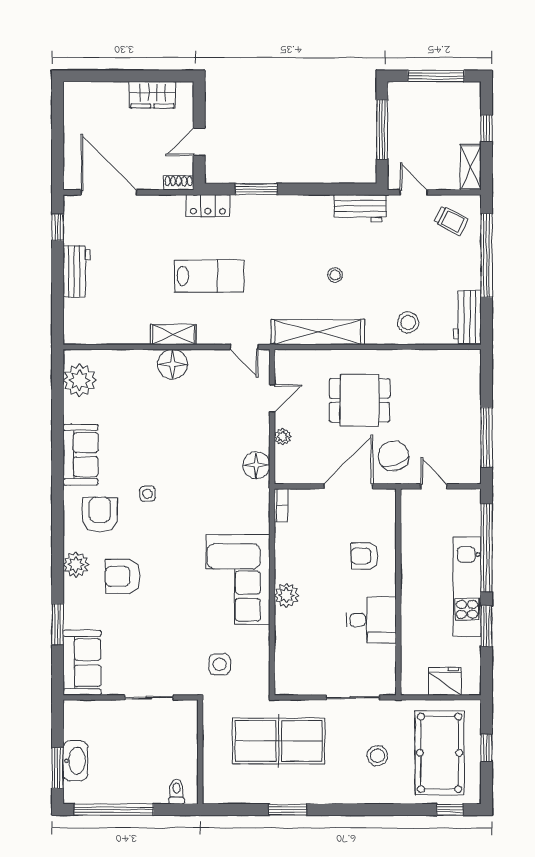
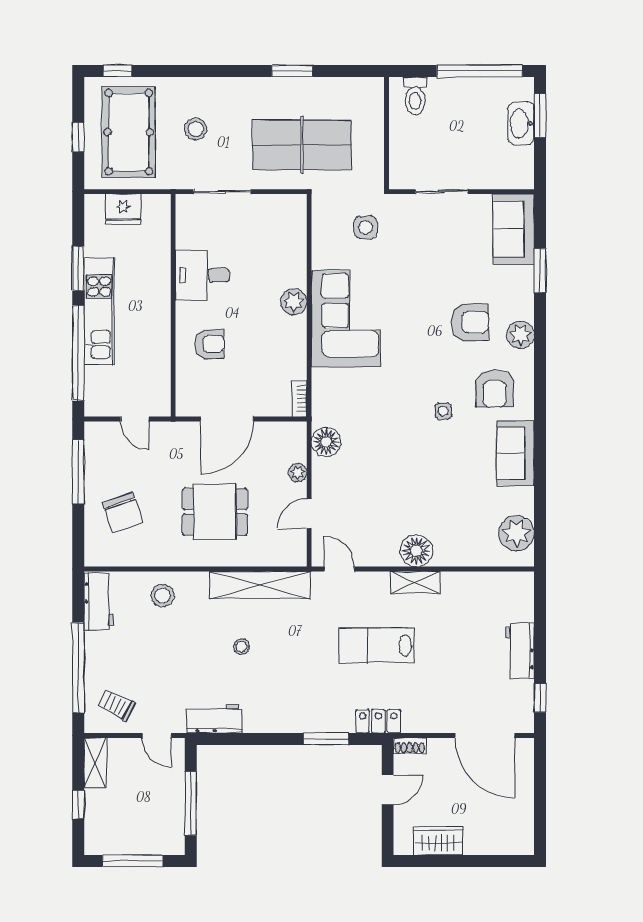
chair: (393, 456) -> (123, 513), moved
toilet: (176, 792) -> (415, 96), width x1.37, depth x1.39

